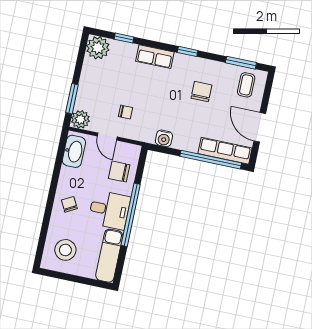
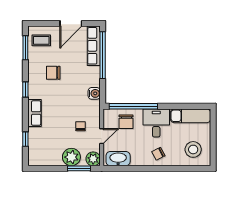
plant: (98, 48) -> (71, 157), moved
window: (131, 215) -> (133, 106), moved

